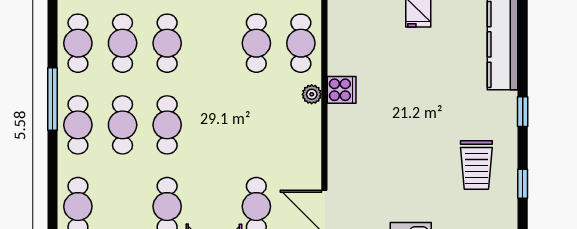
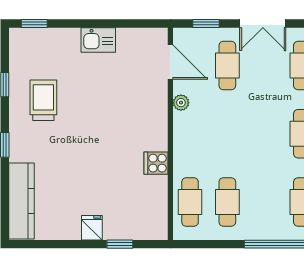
plant: (312, 94) -> (181, 103), moved

